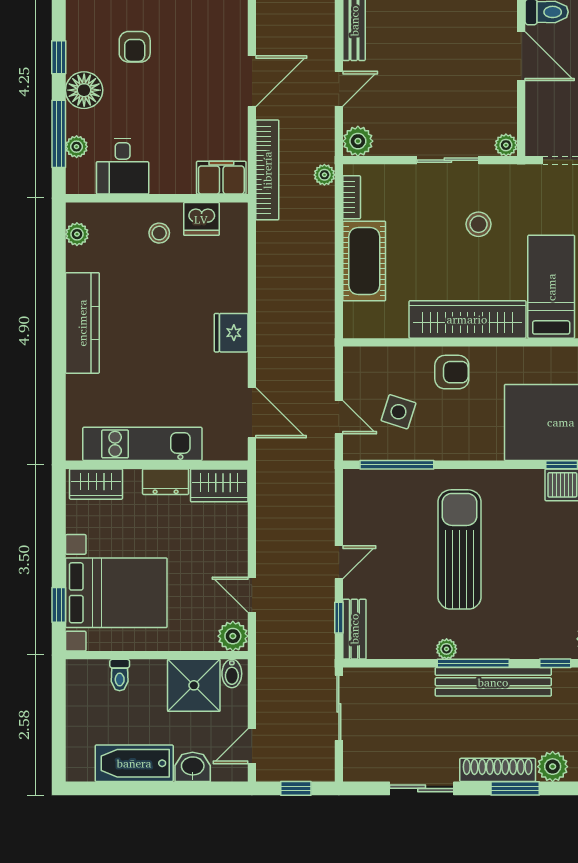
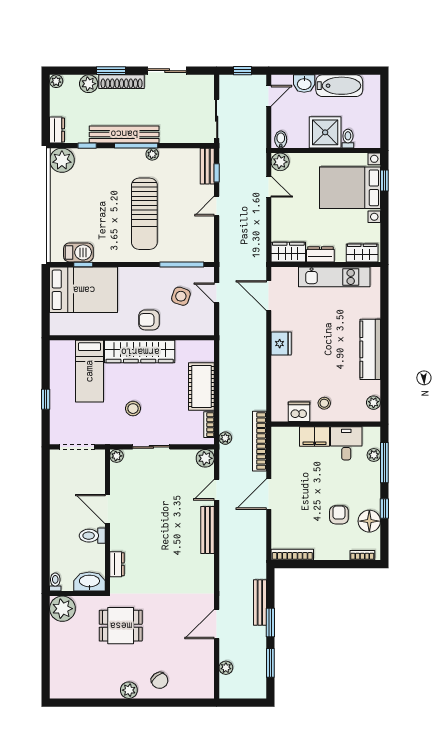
floor lamp: (84, 90) -> (369, 521), moved
filing cabinet: (221, 178) -> (315, 436), moved
shower: (194, 685) -> (325, 132), moved

